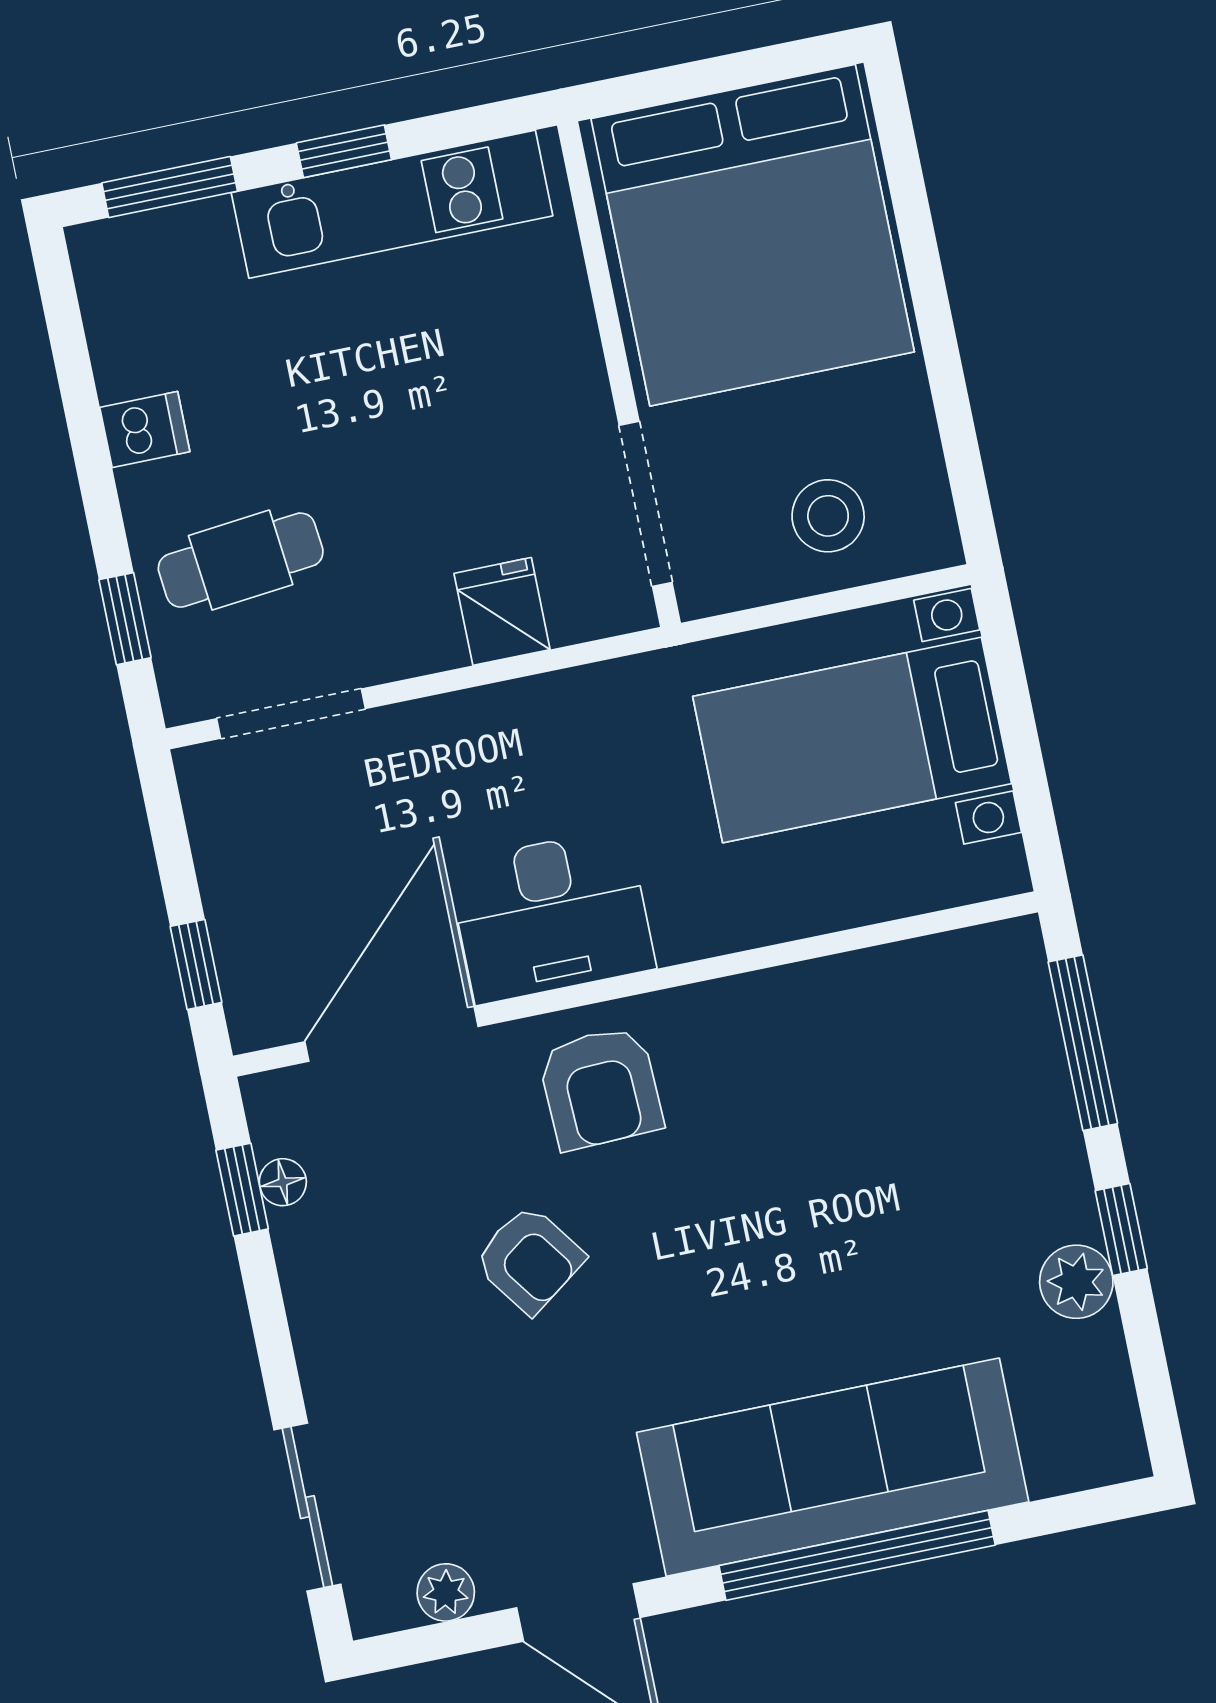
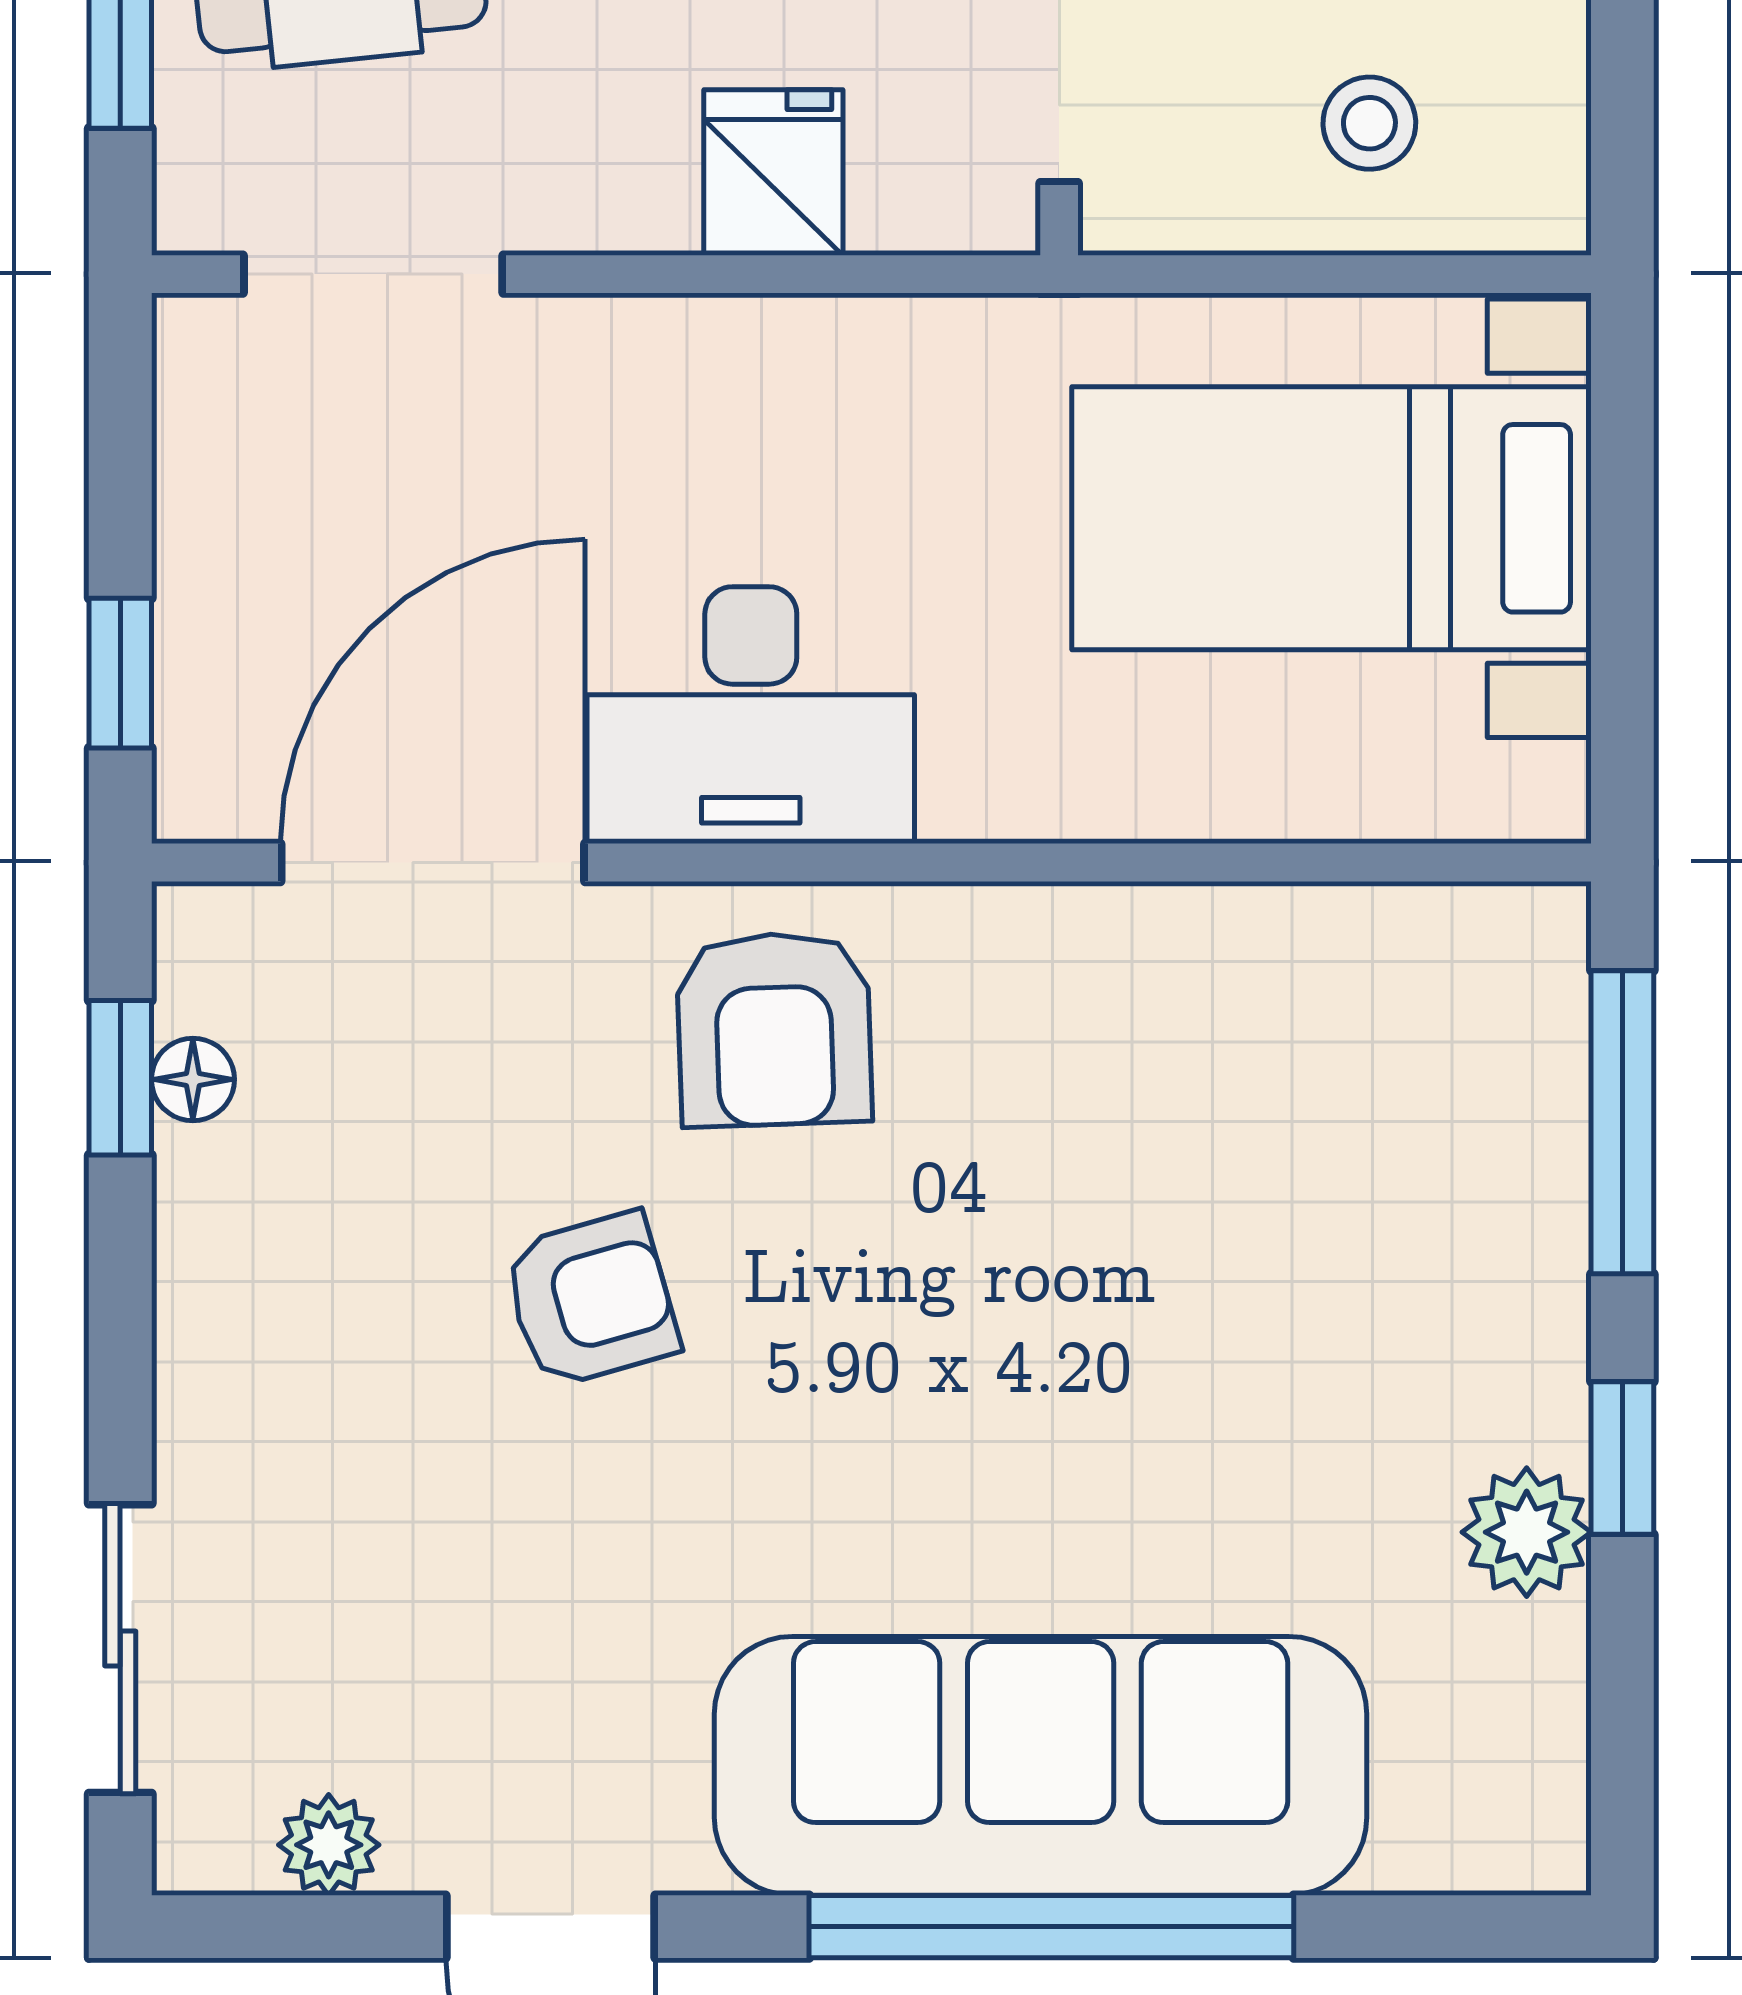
stool: (828, 516) -> (1369, 123), width x0.73, depth x0.73
armchair: (529, 1259) -> (591, 1300), turned -70

